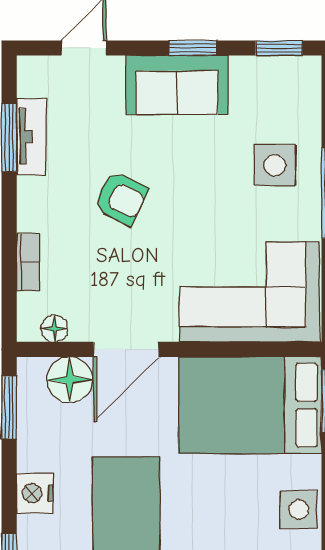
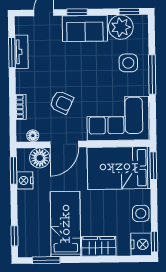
window: (193, 48) -> (77, 12), moved
plant: (259, 83) -> (121, 27), added
armchair: (121, 198) -> (61, 102), moved
nightstand: (35, 493) -> (25, 180), moved

